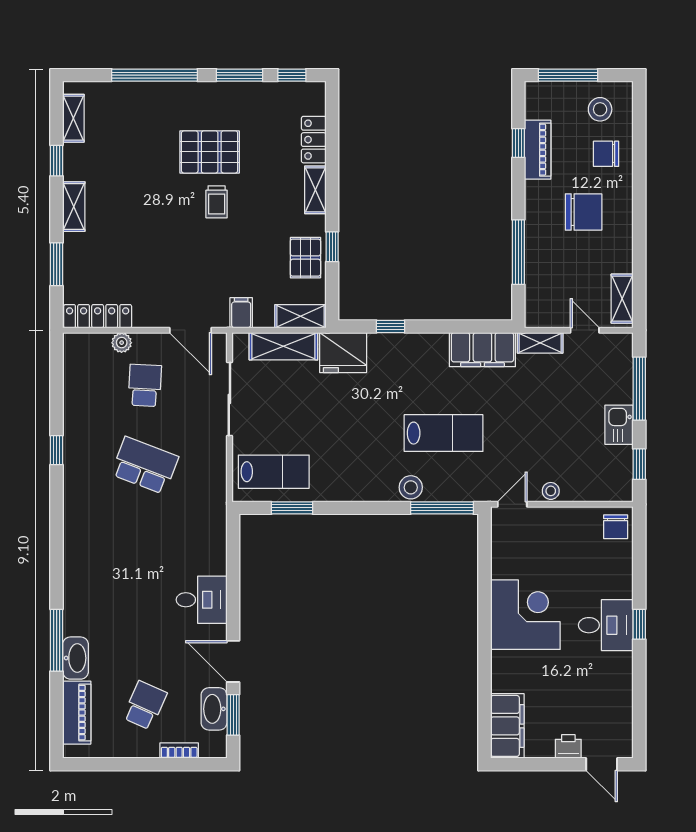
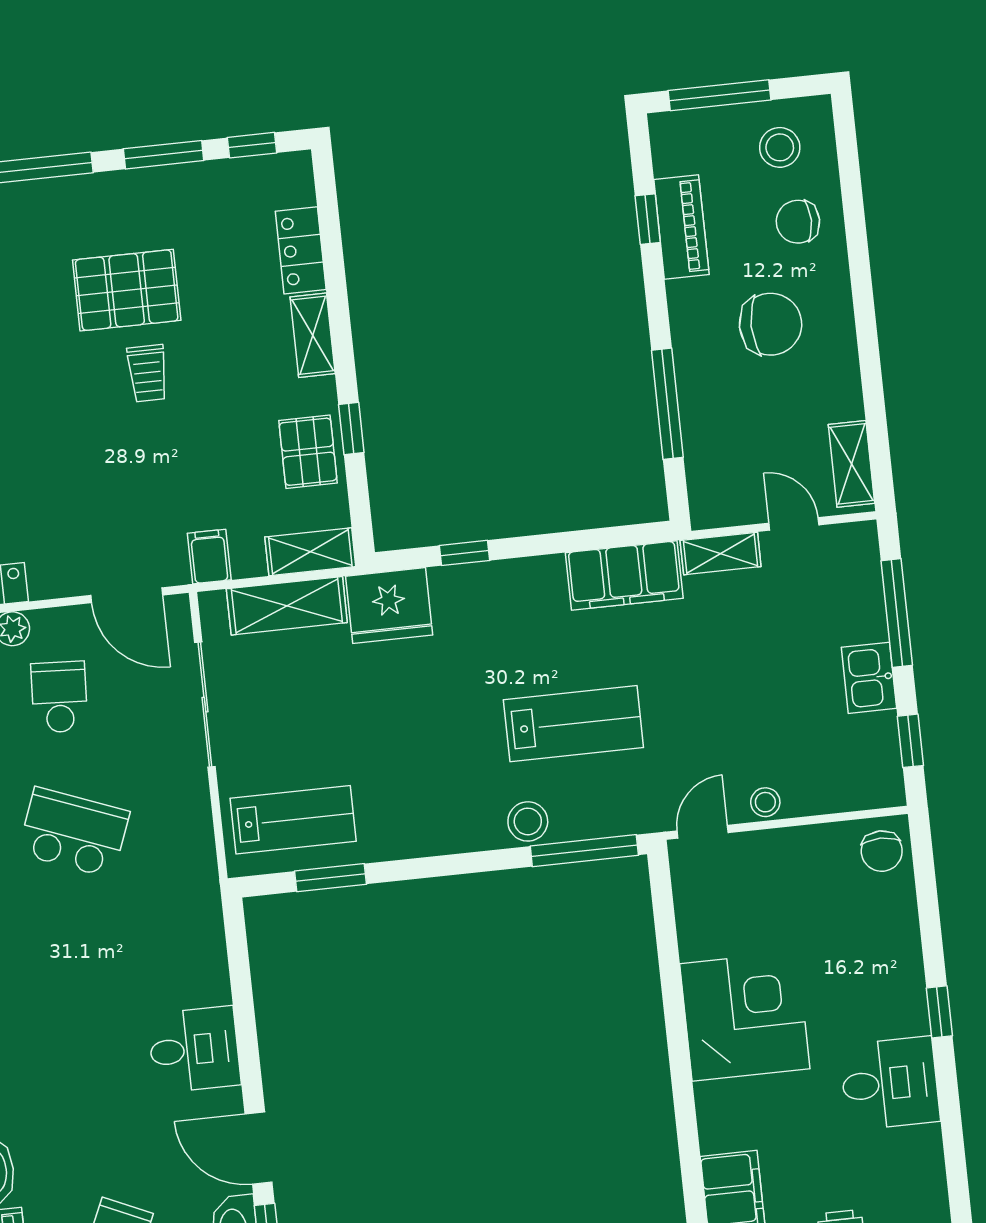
desk: (606, 625) -> (890, 1083), moved

